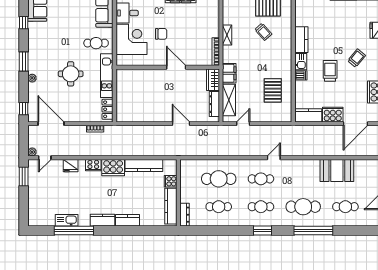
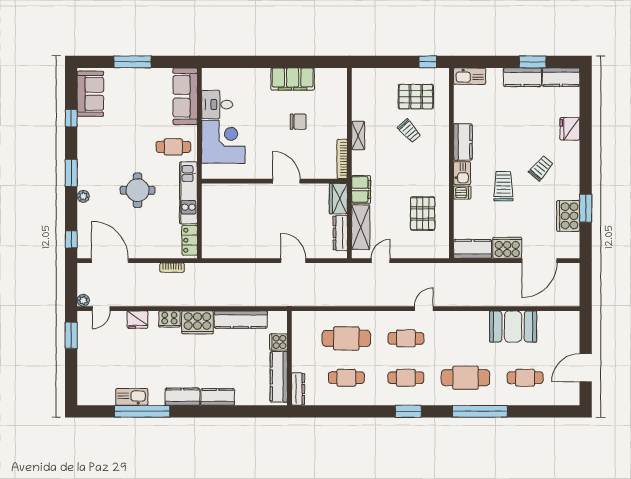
chair: (161, 34) -> (298, 122), moved

